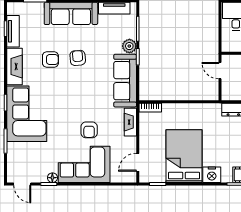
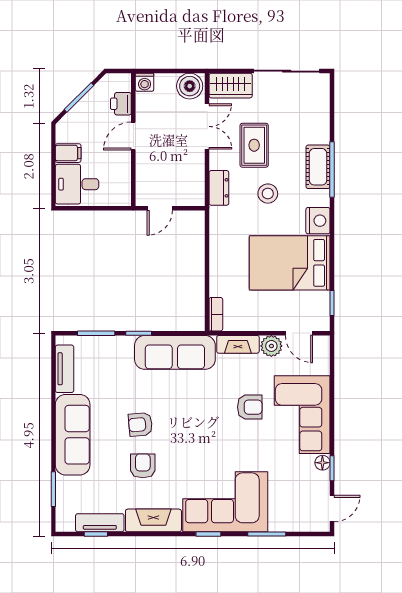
plant: (129, 46) -> (271, 346), moved
stool: (230, 142) -> (268, 194), added

